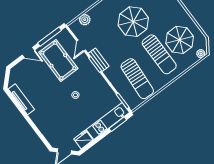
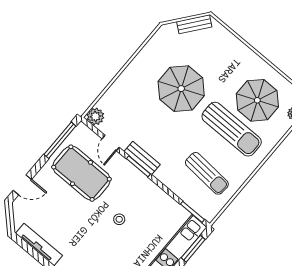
plant: (85, 20) -> (95, 116), moved
door: (28, 53) -> (22, 185), moved
sun lounger: (137, 79) -> (207, 173), width x0.73, depth x0.75

